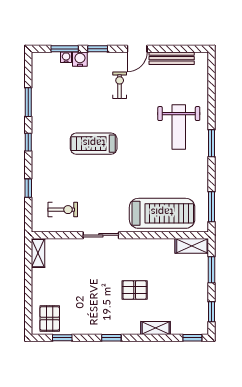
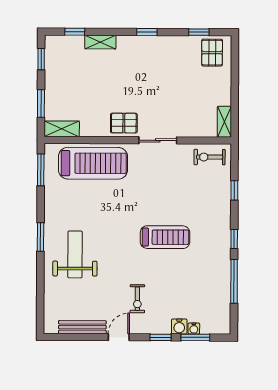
window: (28, 102) -> (234, 281), width x1.44
exercise bike: (63, 210) -> (210, 157), moved
treadmill: (162, 213) -> (93, 163), turned 180
pallet: (135, 290) -> (124, 123), moved
window: (192, 338) -> (75, 32), moved

